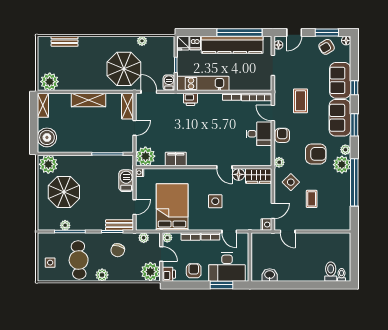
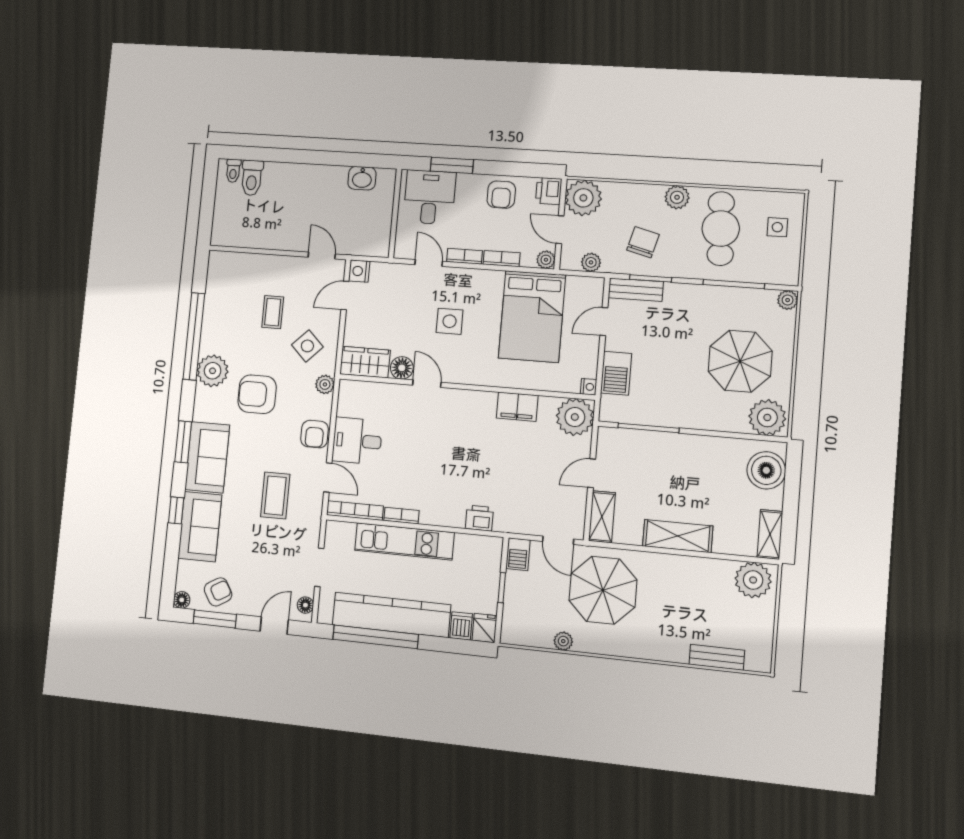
kitchen unit: (203, 83) -> (404, 541), moved
plant: (345, 150) -> (203, 397), removed
plant: (65, 225) -> (788, 300), moved
desk: (227, 267) -> (430, 197), width x0.73

